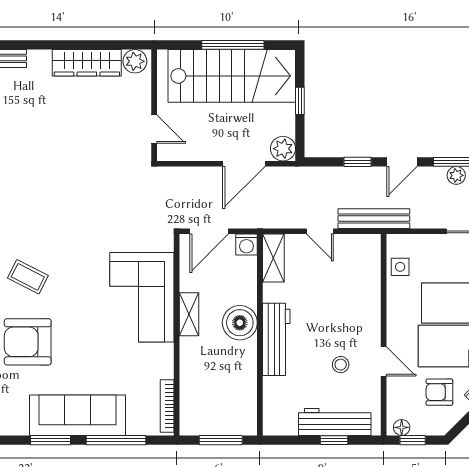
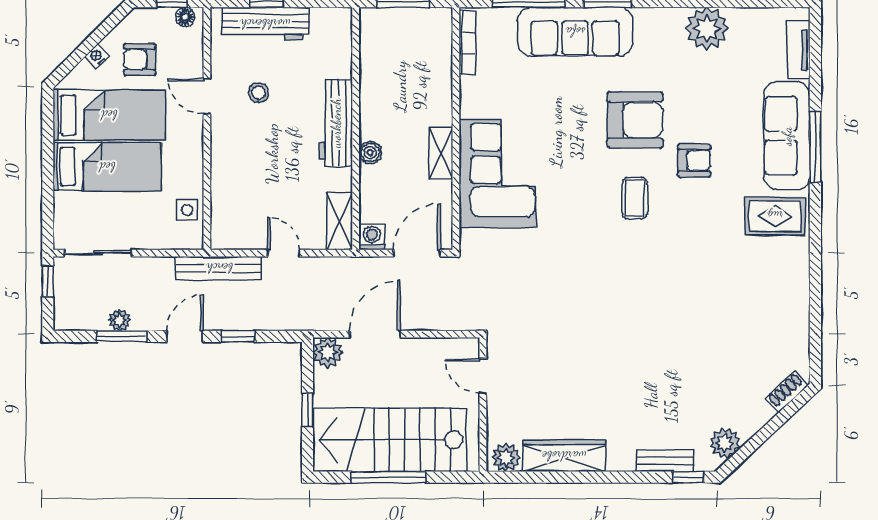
coffee table: (28, 277) -> (635, 198), turned 63
boiler: (240, 323) -> (370, 153), width x0.54, depth x0.54
armchair: (439, 392) -> (140, 59), turned 180

